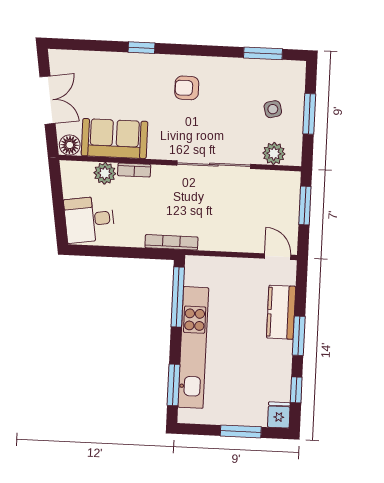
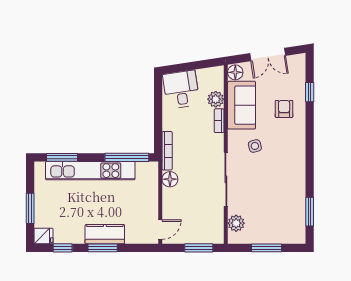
window: (141, 48) -> (310, 92), moved
armchair: (187, 88) -> (284, 109), moved
side table: (273, 109) -> (255, 146), moved
floor lamp: (210, 240) -> (170, 179), added
kitchen counter: (281, 312) -> (105, 234), moved

